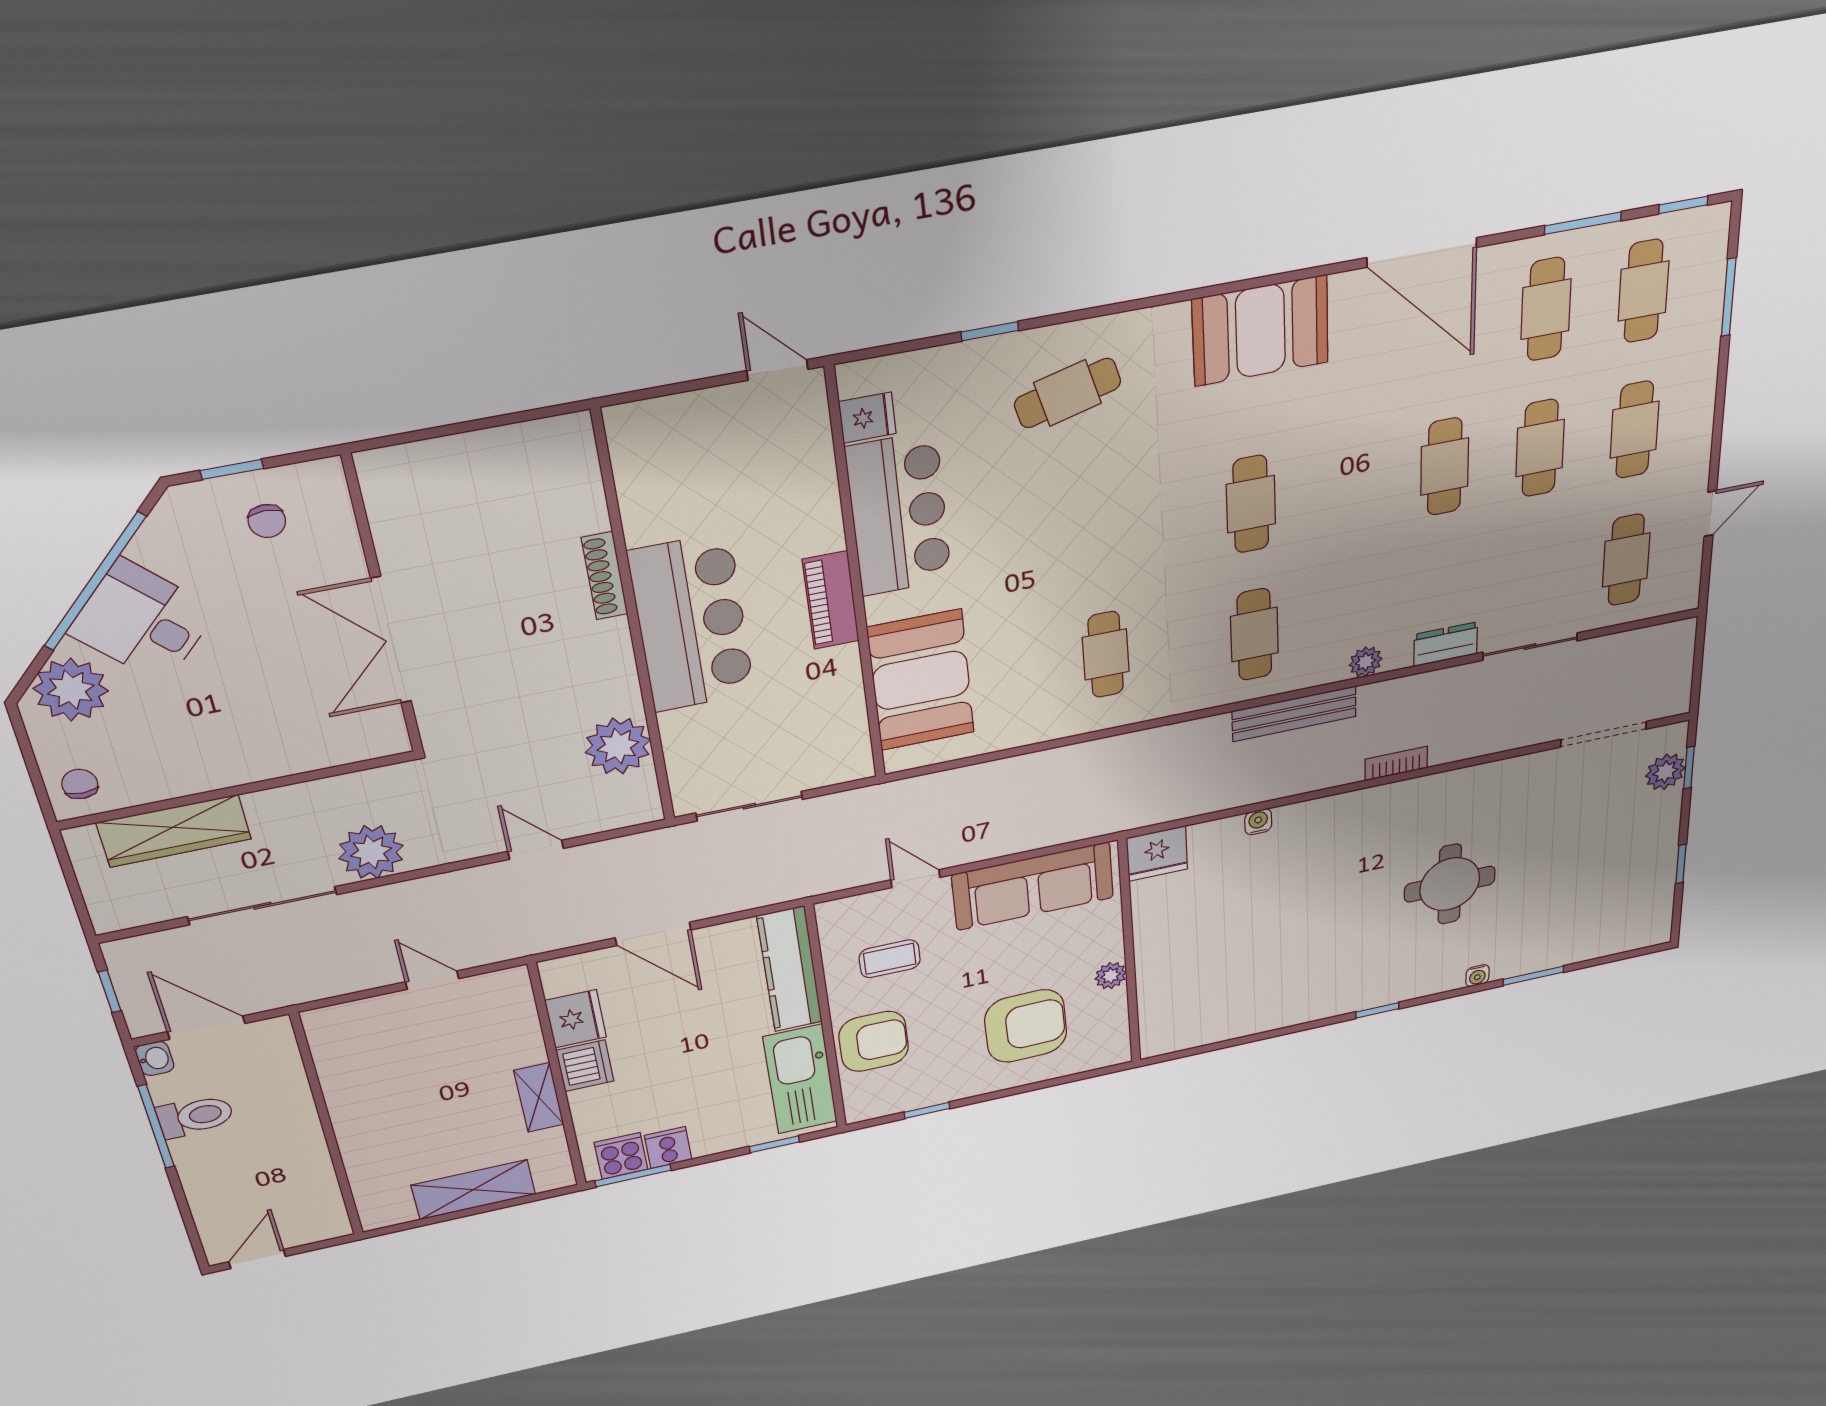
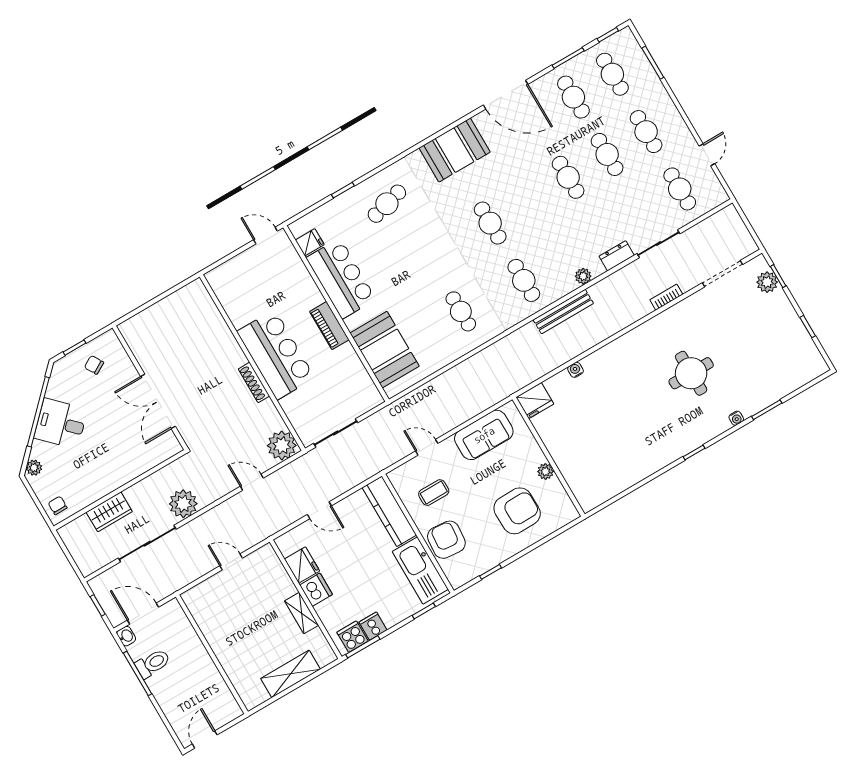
chair: (267, 521) -> (94, 365), turned 150
shoe rack: (605, 576) -> (254, 382), moved
plant: (71, 690) -> (34, 468), width x0.53, depth x0.53
plant: (618, 746) -> (282, 445), moved
bookcase: (1396, 764) -> (666, 297), moved
wardrobe: (174, 831) -> (109, 512), width x0.67
sofa: (1033, 886) -> (484, 435), width x0.73
door: (653, 934) -> (319, 510), width x0.73
armchair: (874, 1041) -> (446, 540), turned -85

